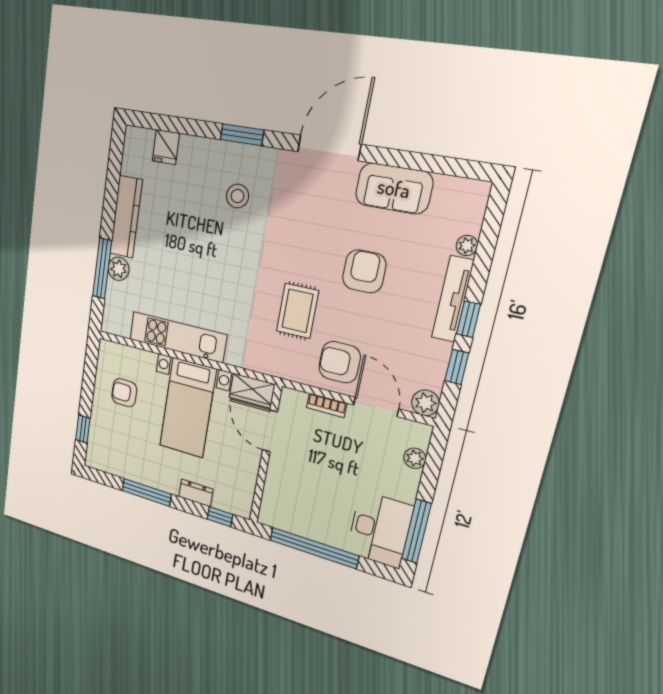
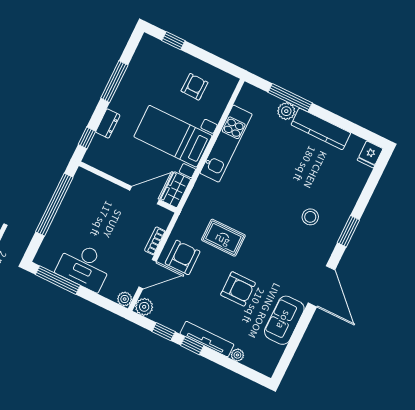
fridge: (166, 147) -> (370, 154), moved, turned -90
plant: (415, 458) -> (125, 299), moved
desk: (380, 529) -> (84, 266), moved

